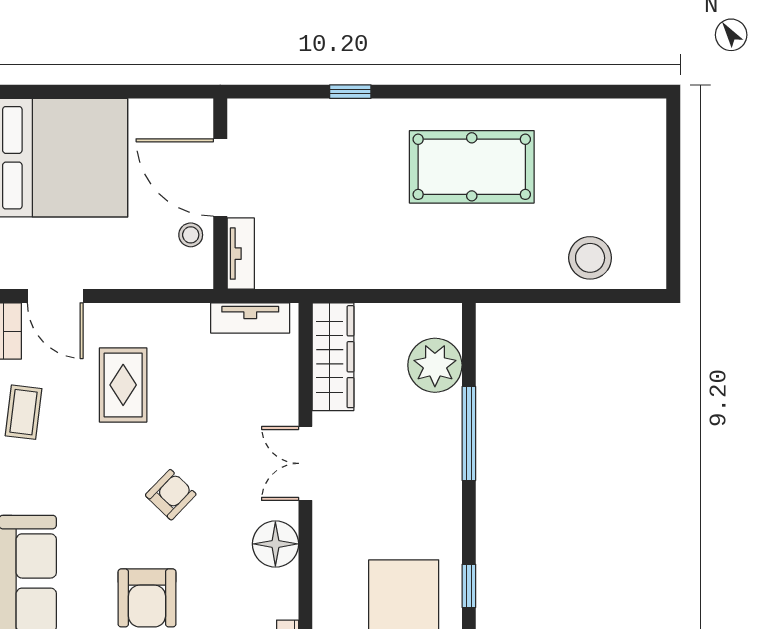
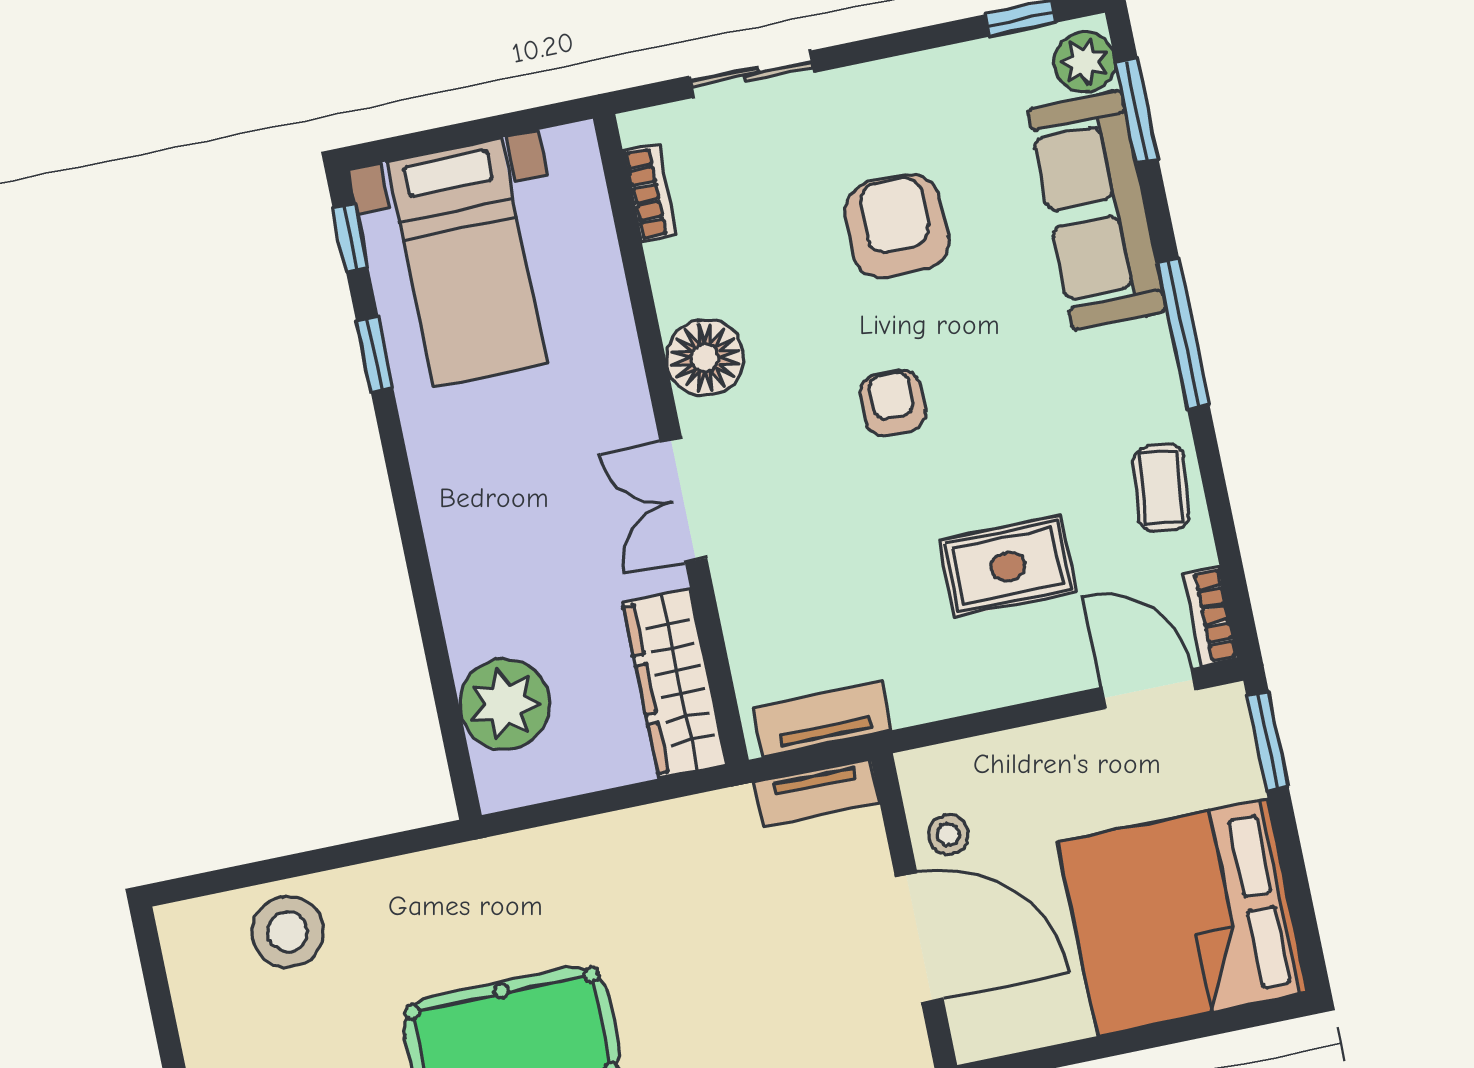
tv unit: (241, 254) -> (817, 792), moved, turned -90
rug: (123, 385) -> (1008, 566), turned 90
window: (469, 434) -> (426, 604), removed
double door: (305, 463) -> (683, 500), swing flipped
armchair: (171, 495) -> (893, 403), turned 136

